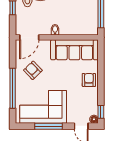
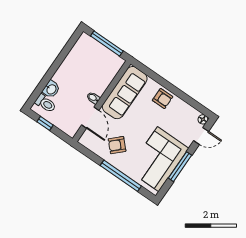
door: (29, 37) -> (90, 118), moved
armchair: (89, 80) -> (163, 99), turned 180
window: (101, 112) -> (200, 108), removed

